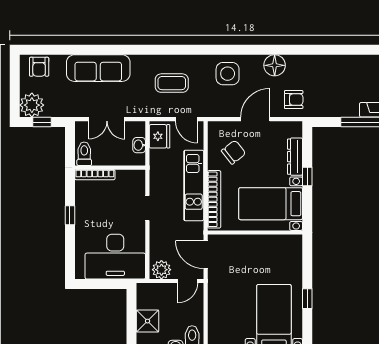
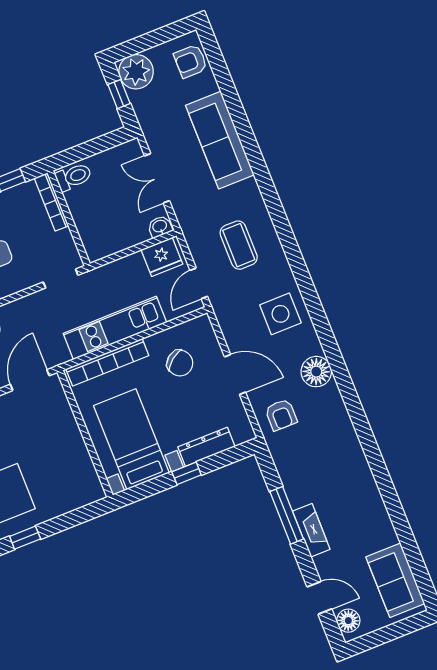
washbasin: (139, 145) -> (160, 227), moved
toilet: (84, 154) -> (74, 177), moved
wall: (110, 168) -> (69, 218), moved
bookcase: (95, 175) -> (51, 202), moved

